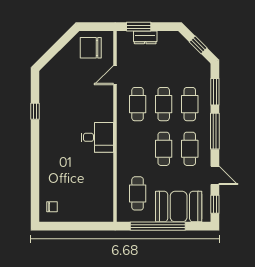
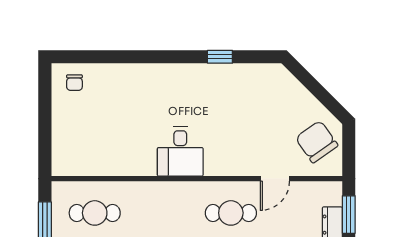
chair: (91, 48) -> (317, 142), turned -35
door: (115, 75) -> (275, 179), swing flipped

